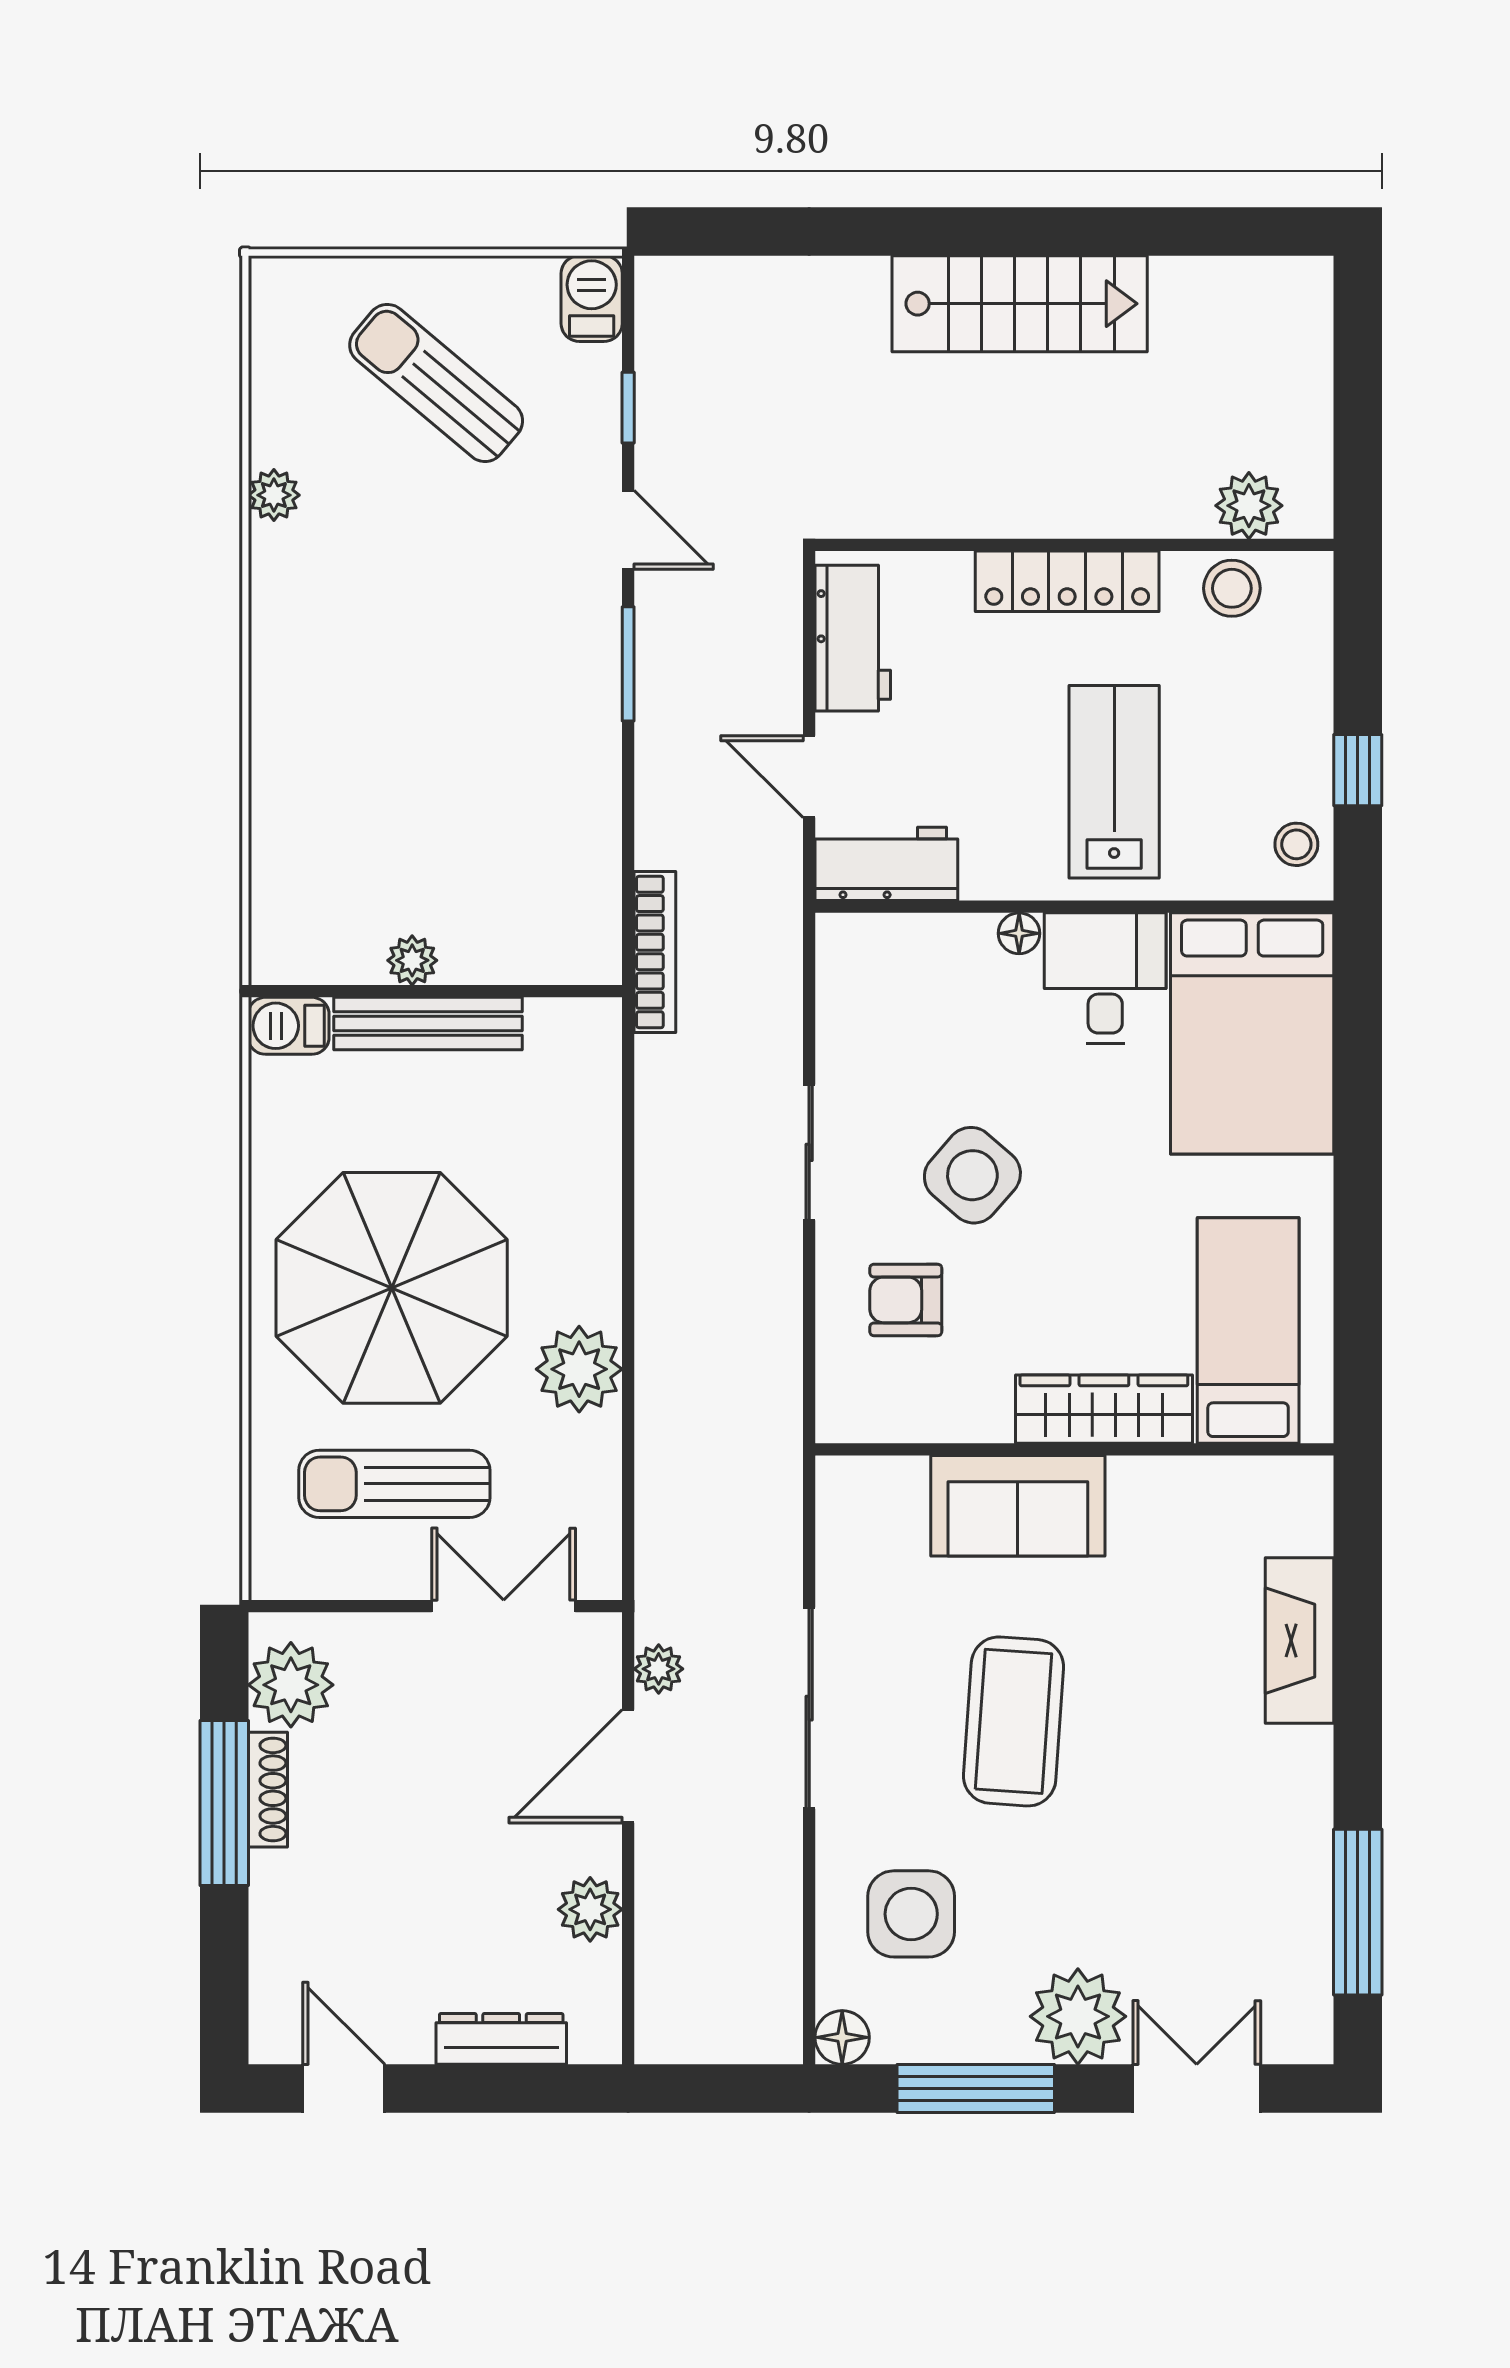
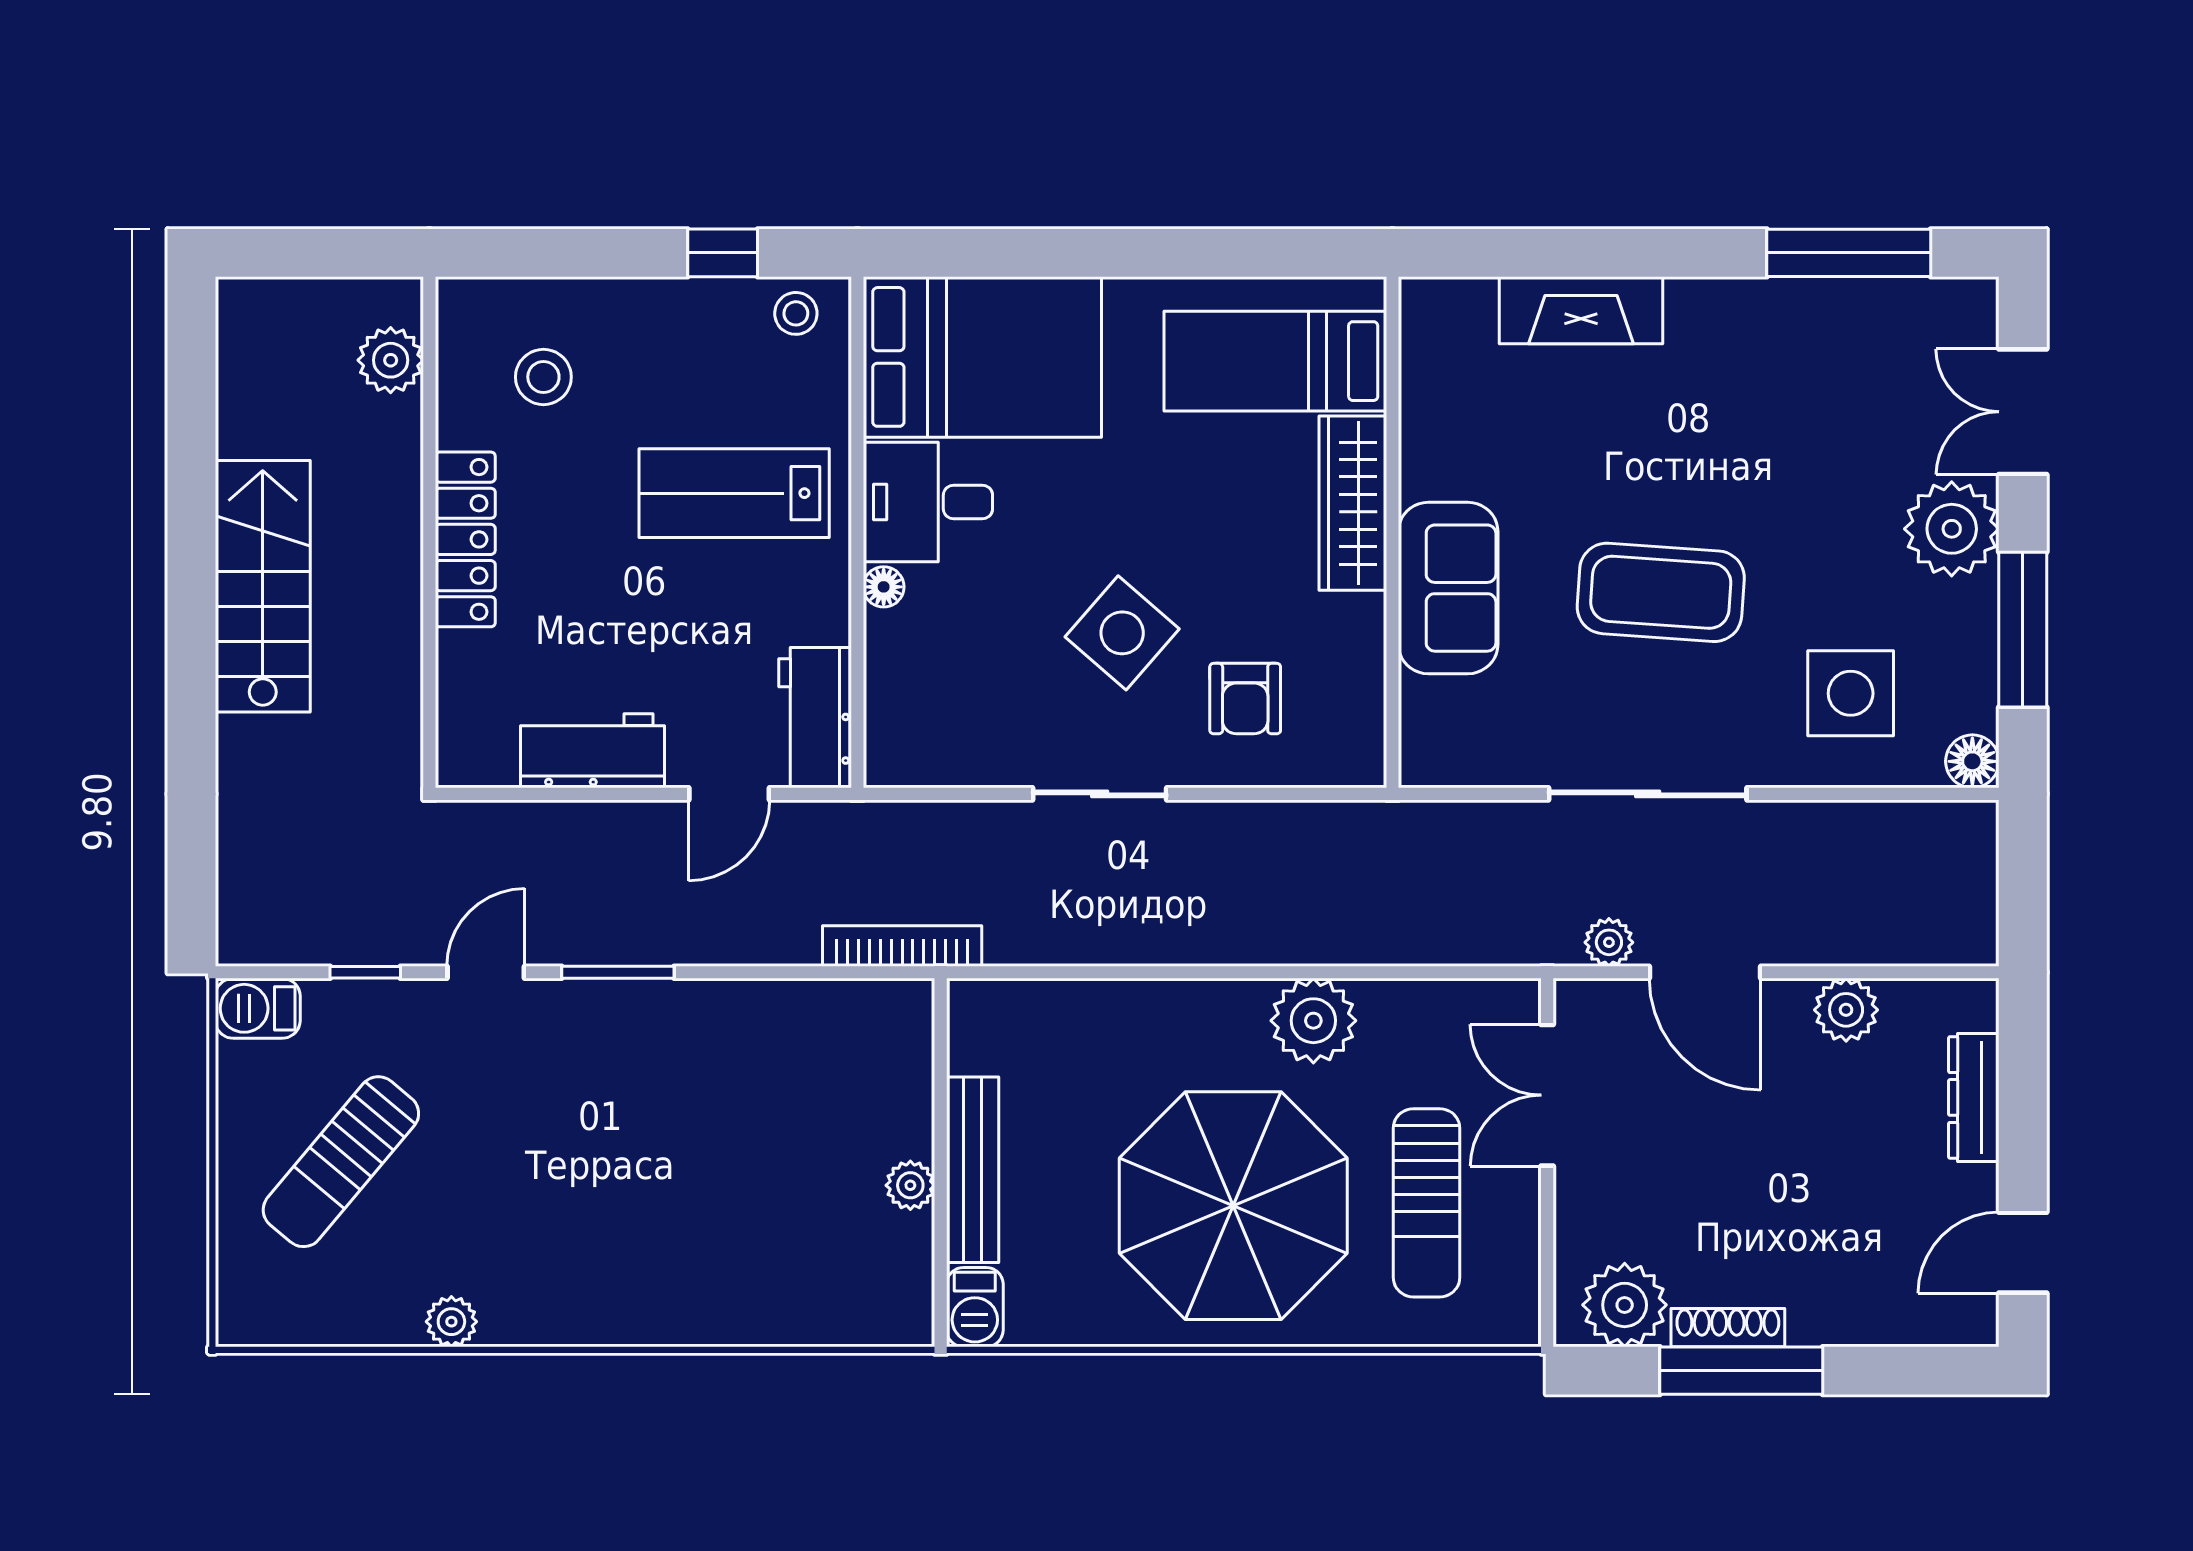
plant: (1249, 506) -> (391, 360), moved
wall: (1074, 545) -> (429, 532), moved
locker: (1067, 581) -> (465, 539), moved

